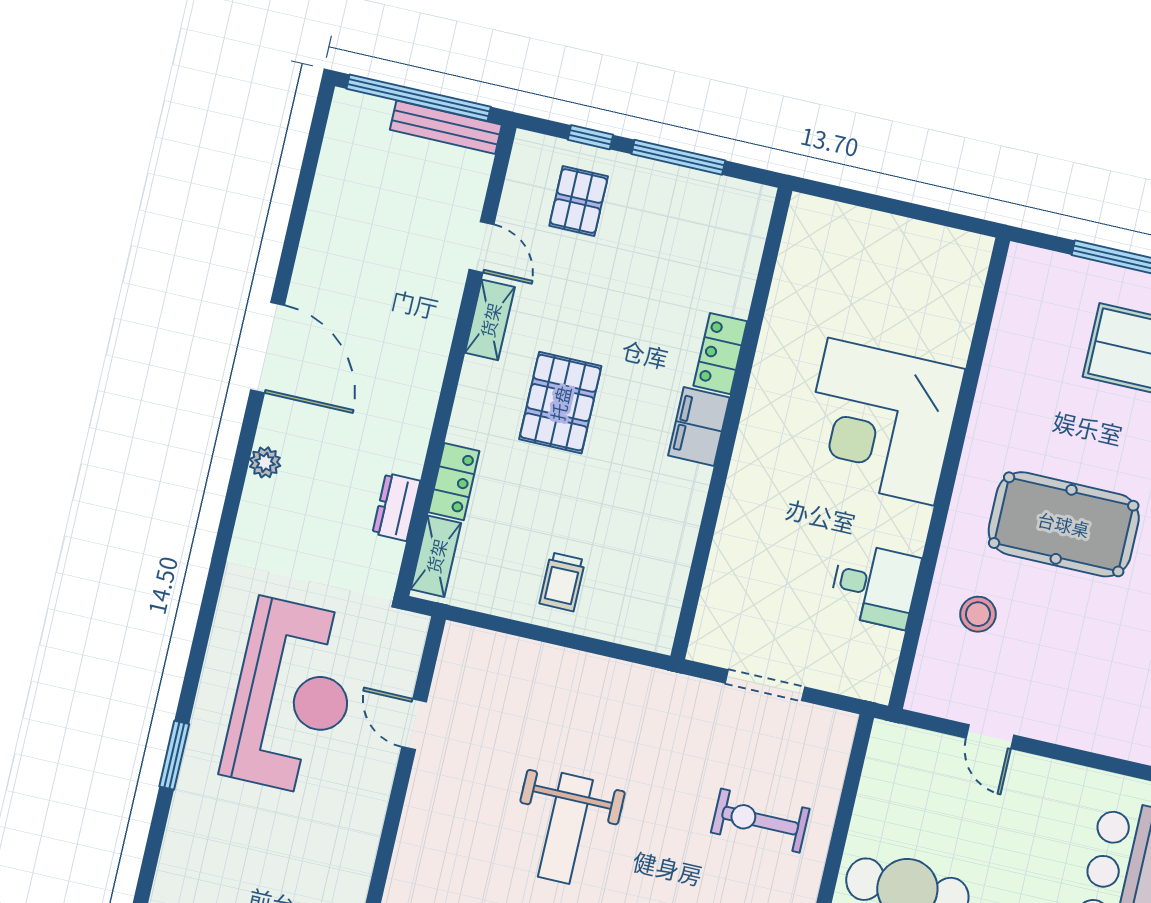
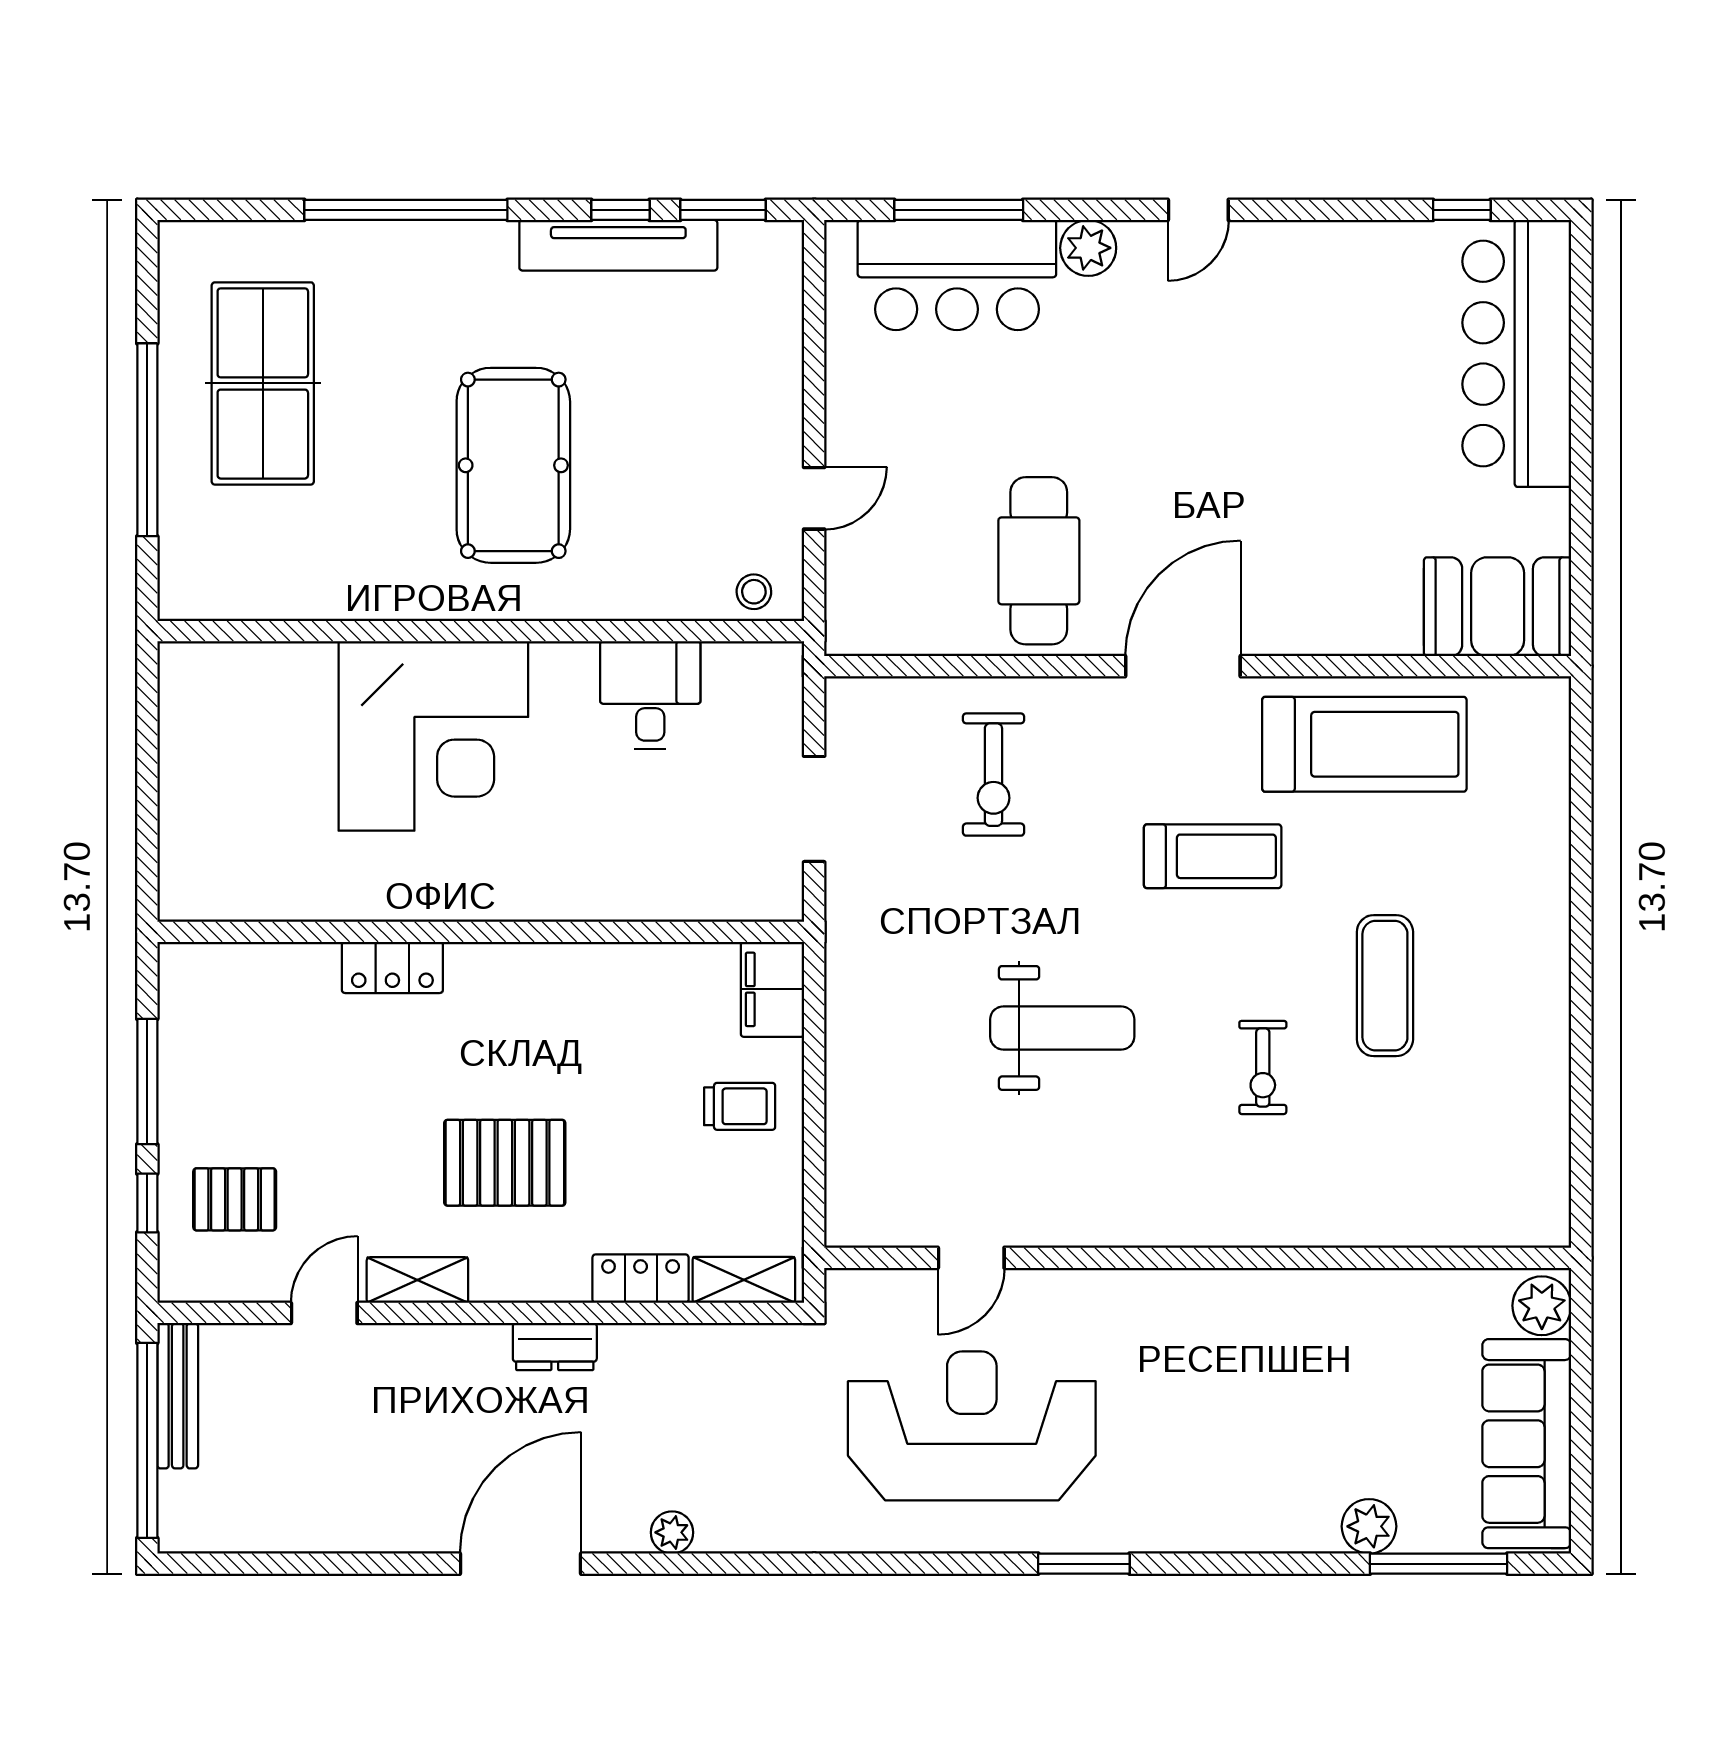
filing cabinet: (699, 426) -> (772, 989), moved, turned 90
dresser: (396, 507) -> (555, 1347), moved
stool: (978, 614) -> (754, 592), moved, width x0.73, depth x0.73

